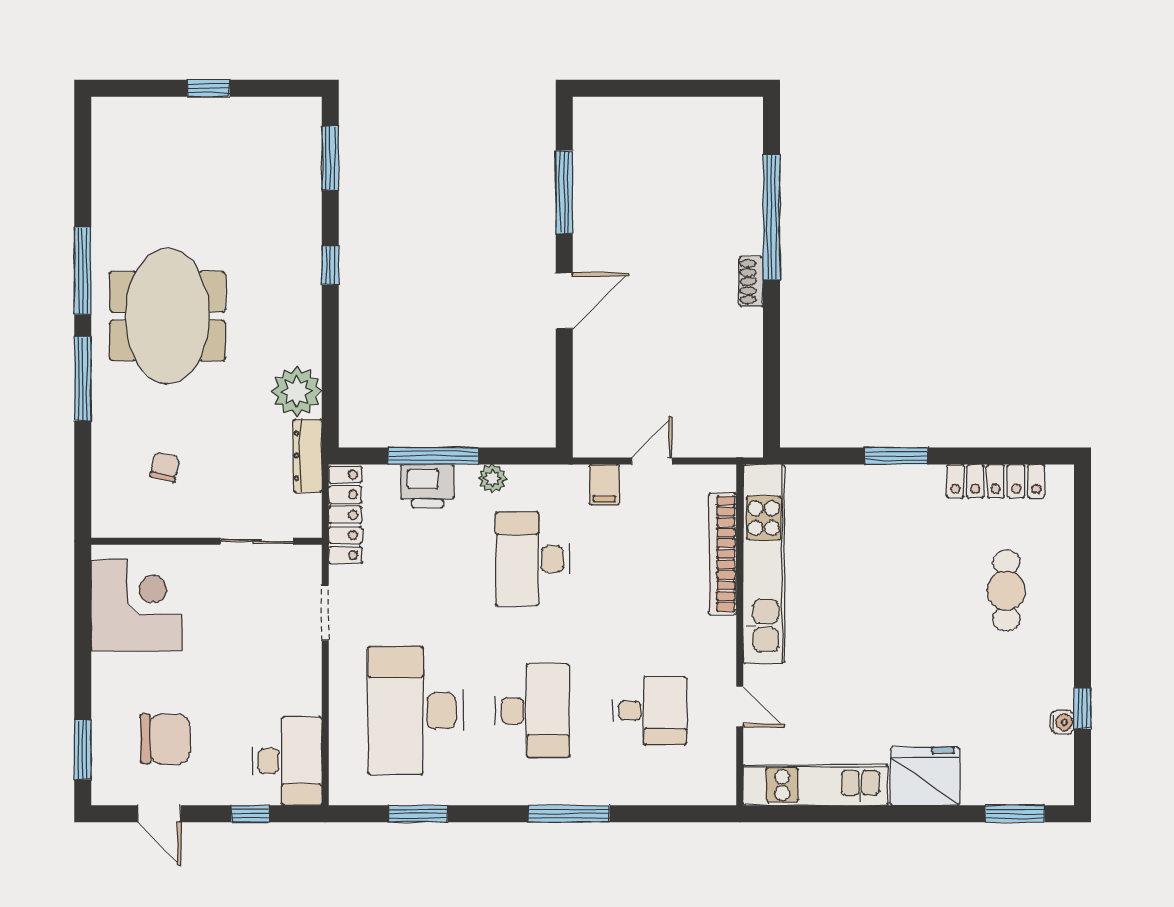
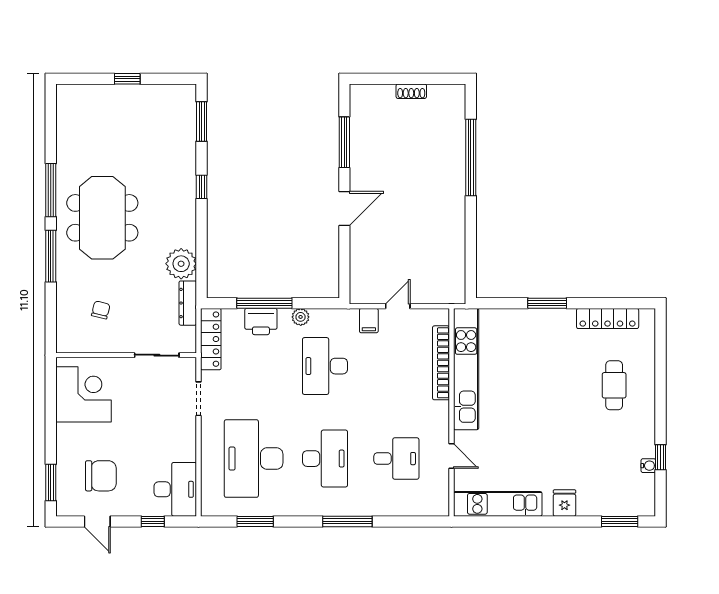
shoe rack: (751, 281) -> (411, 91), moved, turned -90
fridge: (925, 776) -> (564, 503), width x0.53, depth x0.75

